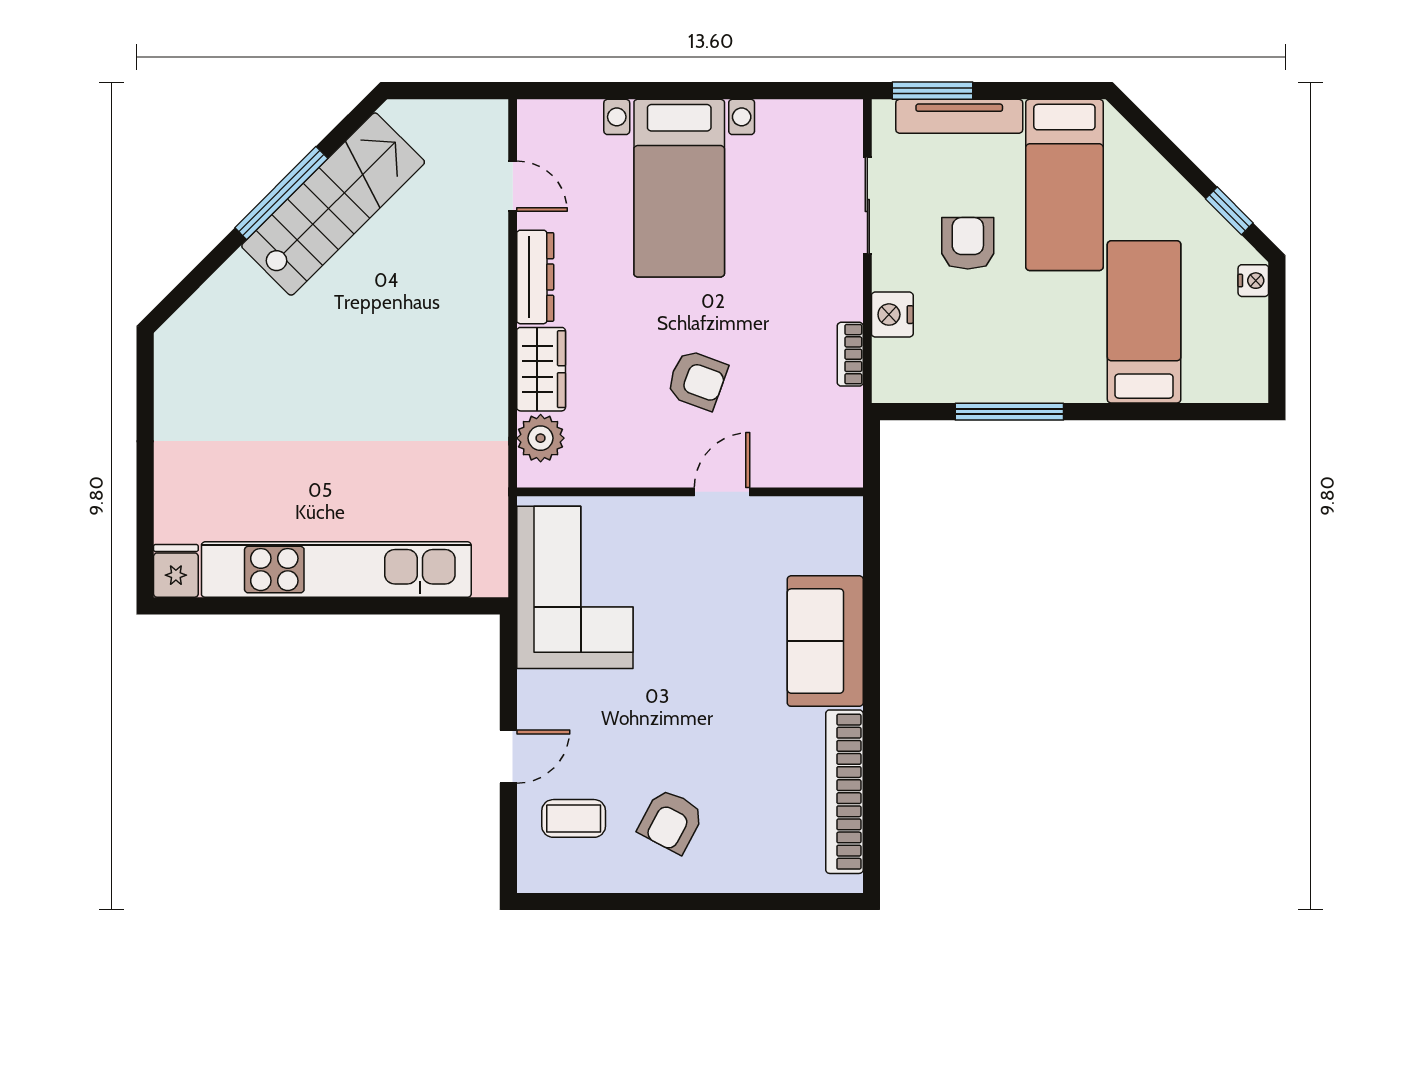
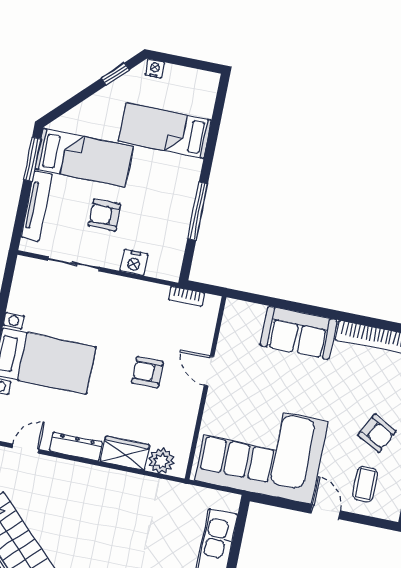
window: (932, 91) -> (32, 159), moved
bookcase: (850, 354) -> (187, 296), moved
armchair: (697, 380) -> (147, 372), turned -110
corner sofa: (575, 587) -> (261, 451), width x1.36, depth x1.36

